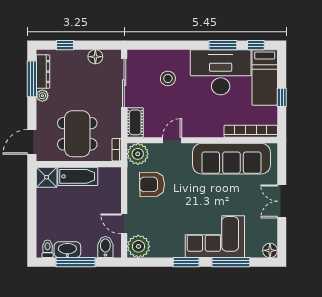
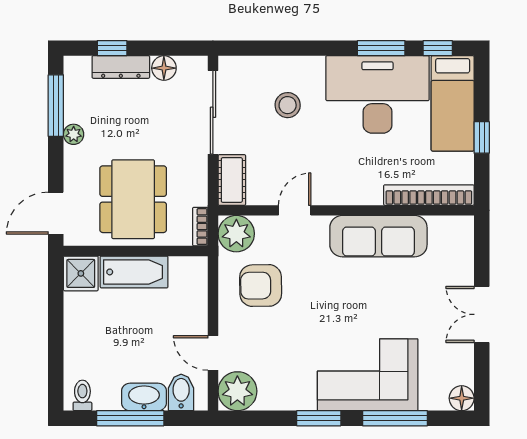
dresser: (43, 72) -> (121, 67), moved, turned 90
sofa: (231, 159) -> (378, 236), width x0.74, depth x0.79
washbasin: (67, 250) -> (144, 397), moved

